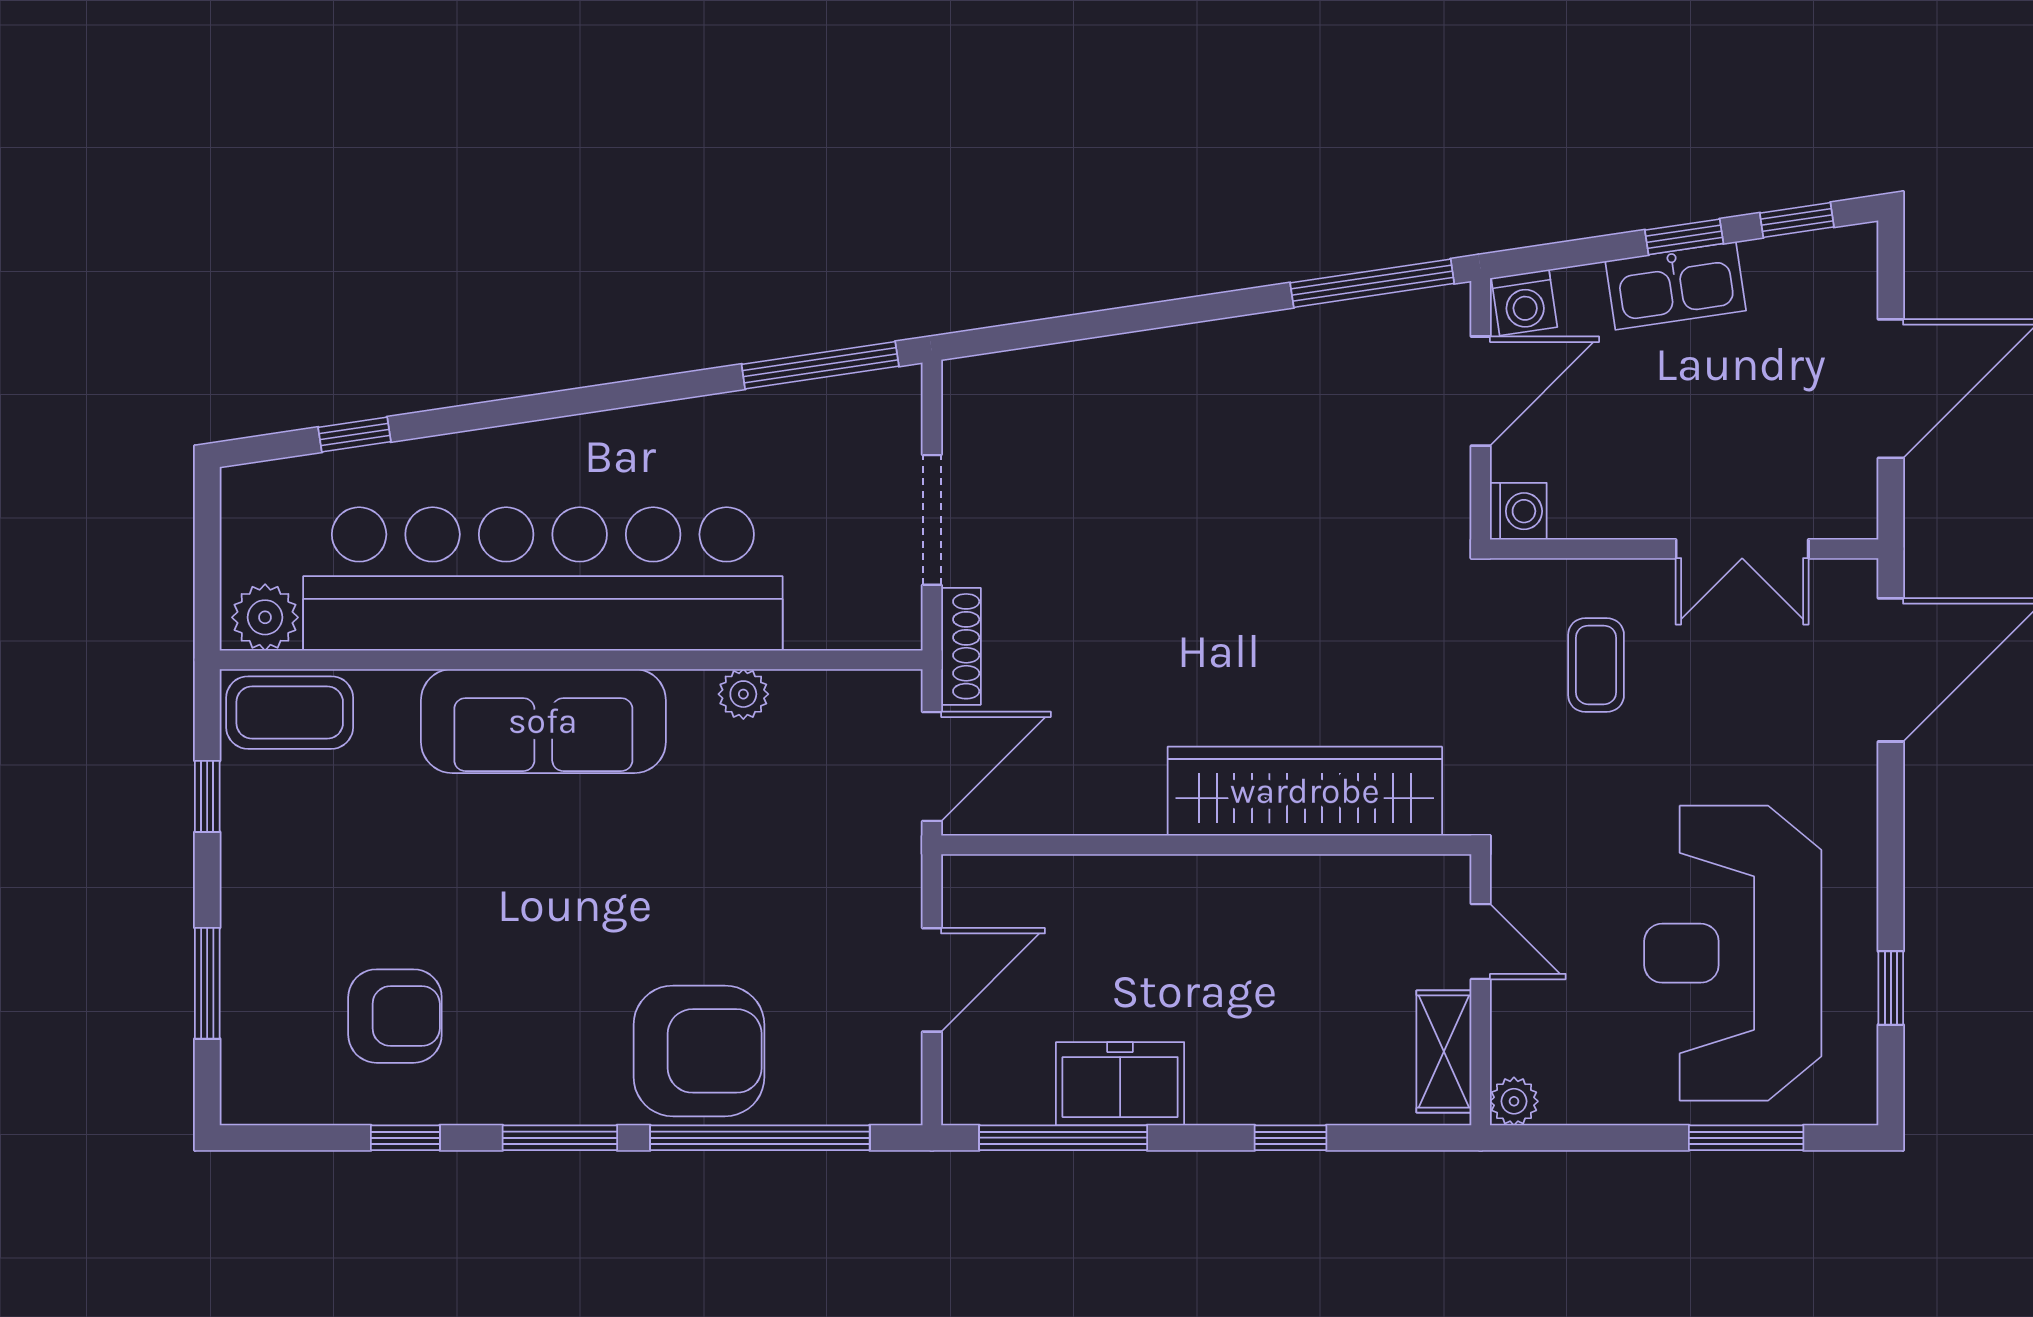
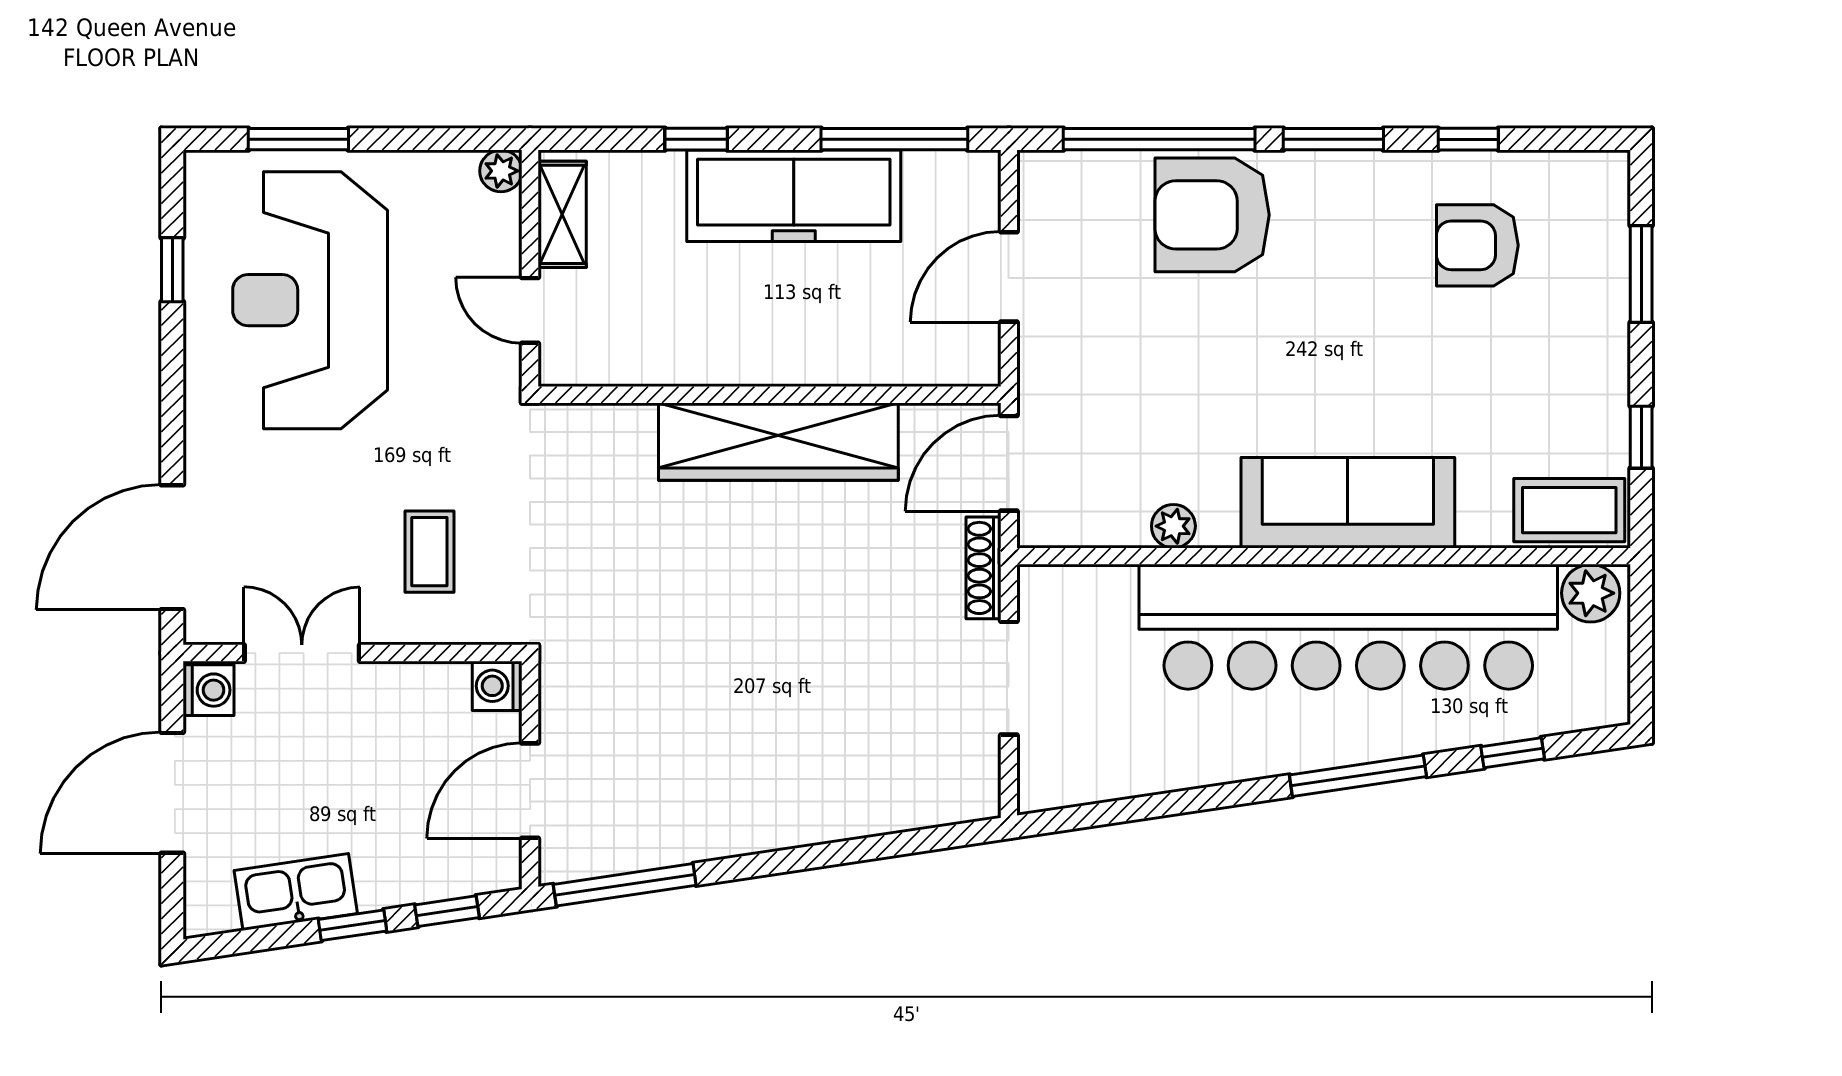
window: (1797, 220) -> (447, 911), moved
kitchen sink: (1676, 286) -> (296, 892), moved
washing machine: (1524, 302) -> (208, 690), moved, turned 98
window: (820, 365) -> (1358, 776), moved
wardrobe: (1305, 791) -> (778, 442), moved
reception desk: (1733, 953) -> (310, 300), turned 180
freezer: (1120, 1084) -> (794, 196), width x1.91, depth x1.26

